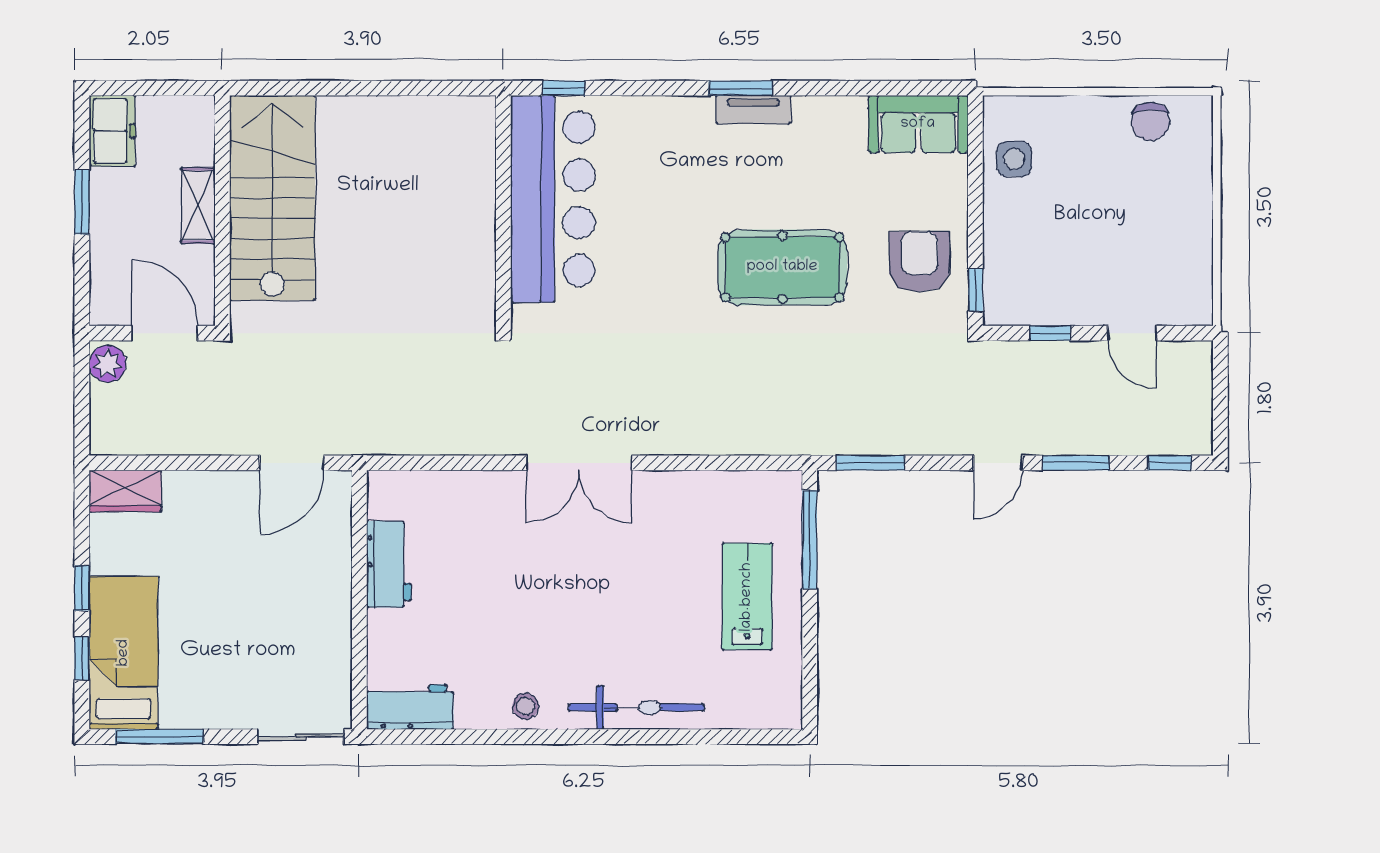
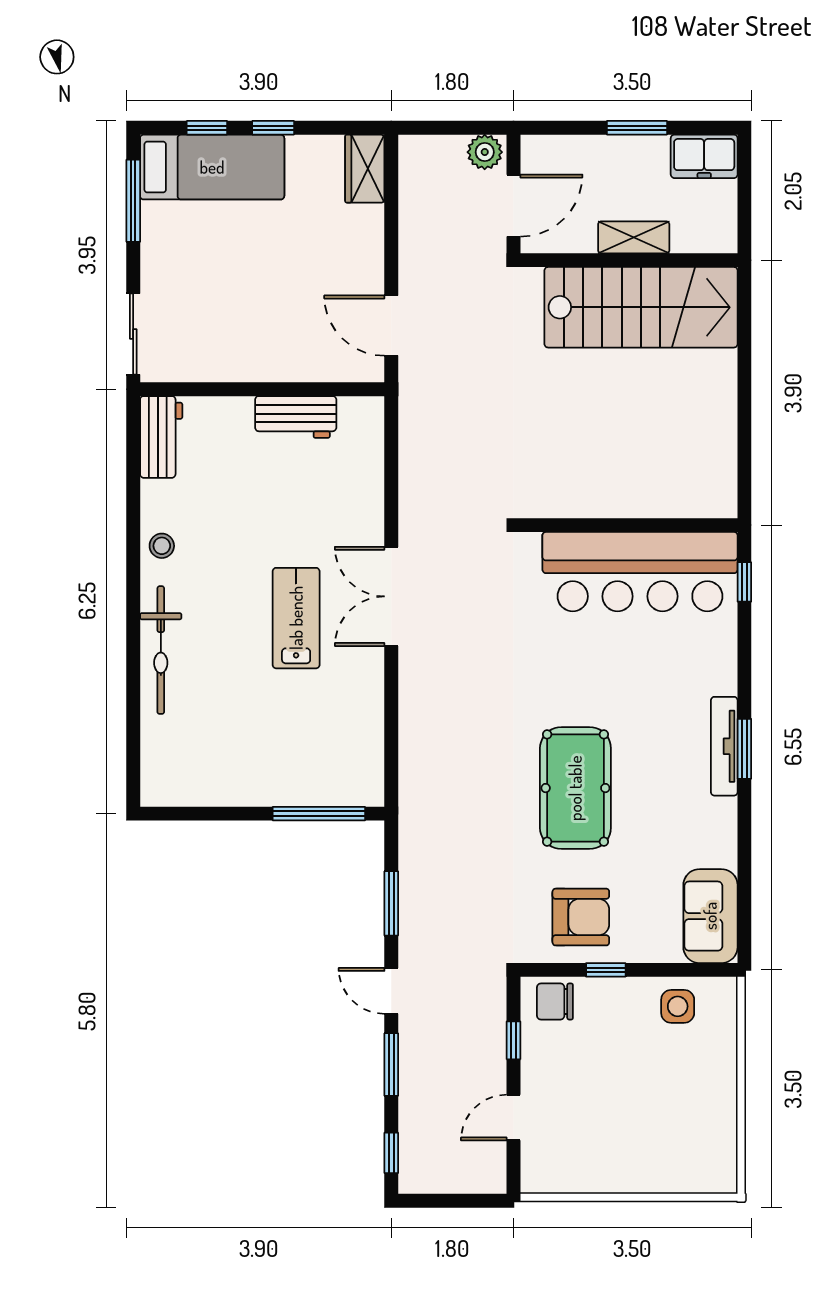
tv unit: (753, 110) -> (724, 746), width x1.41
chair: (1150, 122) -> (555, 1001), moved
window: (975, 290) -> (606, 970), moved
window: (870, 463) -> (391, 903), moved
lab bench: (747, 597) -> (296, 618), moved, turned -90

